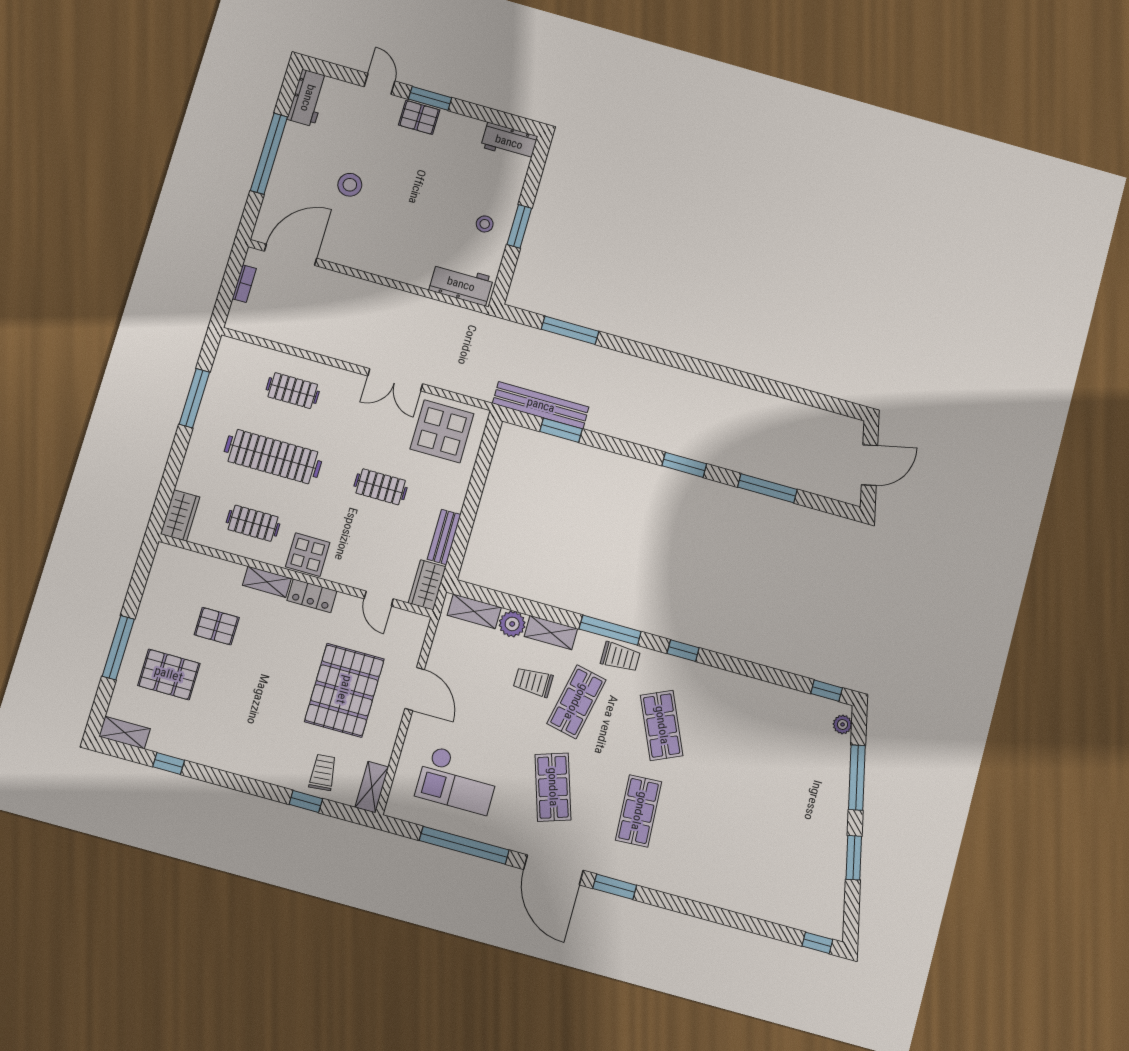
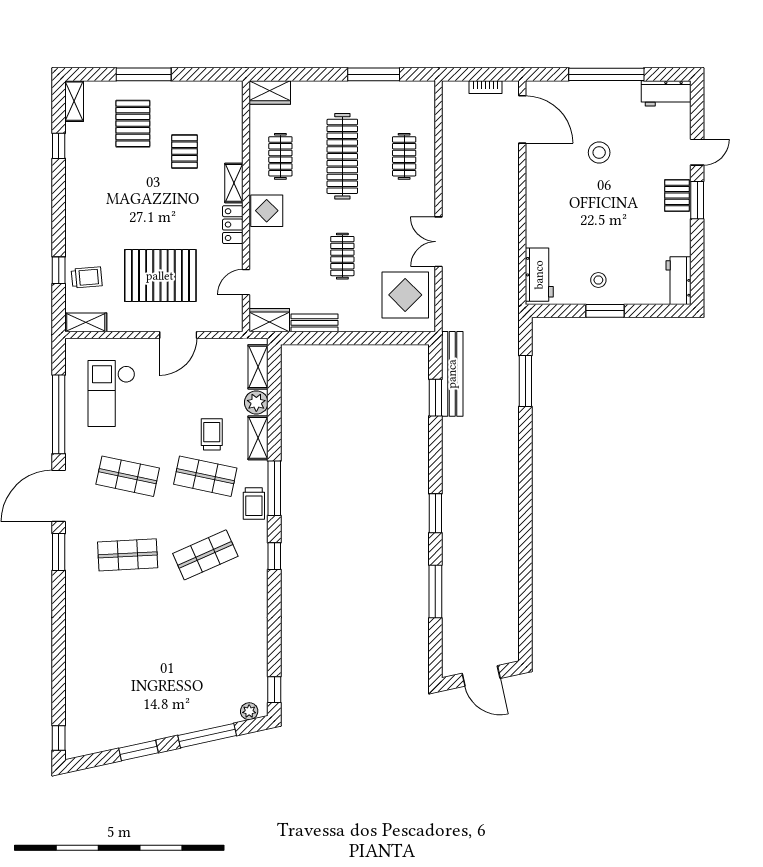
shop shelf: (553, 787) -> (128, 476), turned 30

